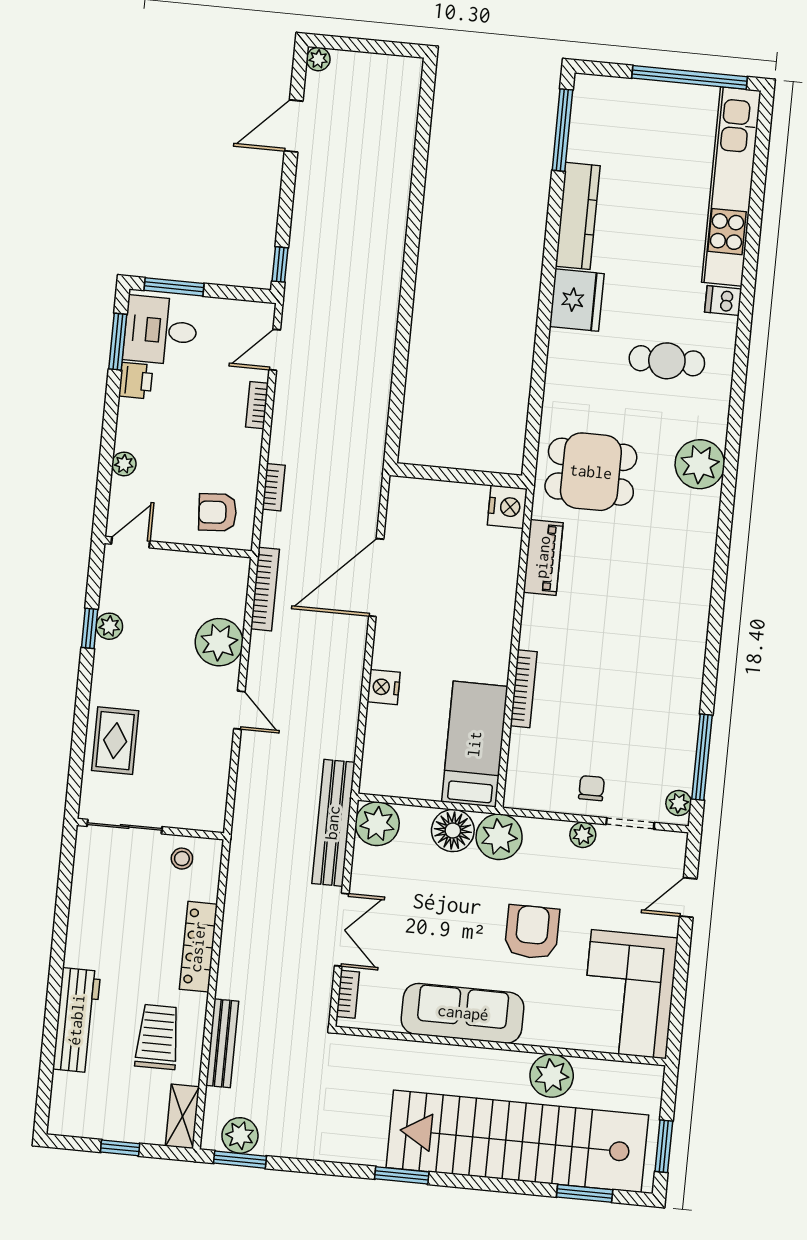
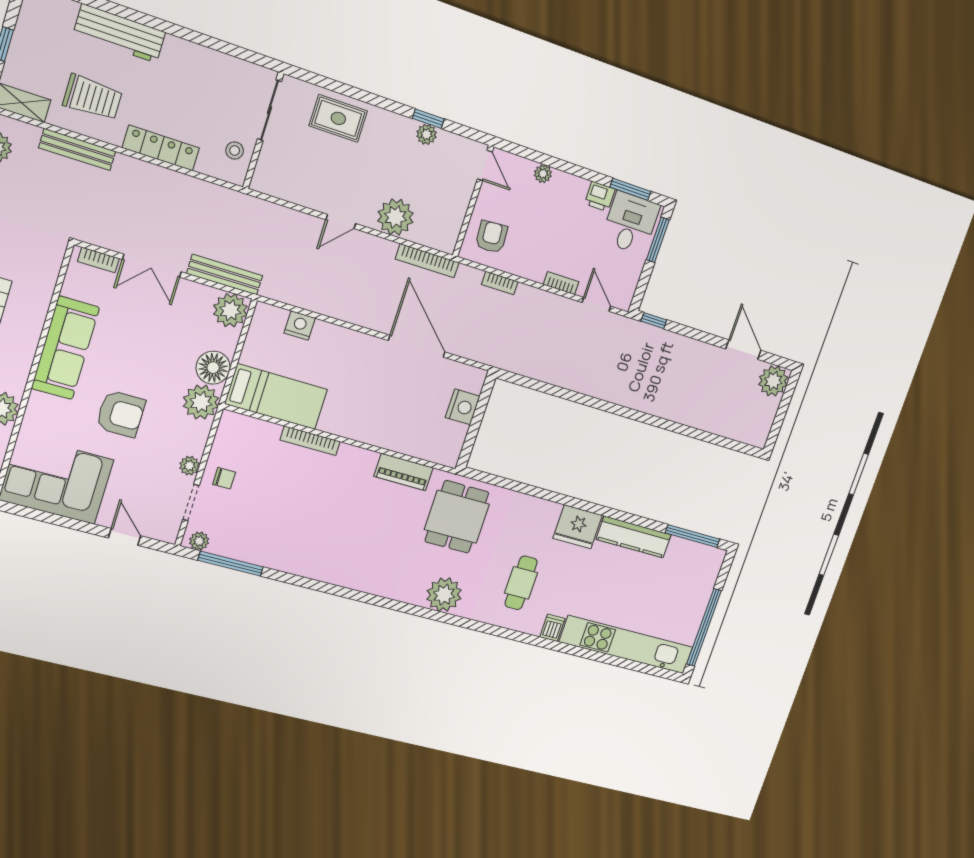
plant: (318, 59) -> (773, 381), width x1.88, depth x1.88
nightstand: (507, 507) -> (463, 407), moved, turned -90
nightstand: (384, 687) -> (300, 325), moved
bench: (333, 823) -> (225, 275), width x0.73, depth x0.82

